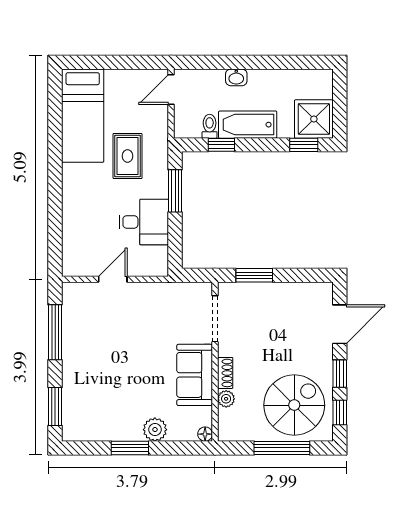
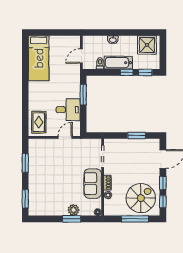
door: (171, 89) -> (81, 56), moved
shower: (314, 119) -> (147, 45), moved
window: (221, 145) -> (127, 72), moved
rug: (128, 156) -> (39, 122), moved
window: (254, 275) -> (137, 135), moved
door: (113, 279) -> (65, 137), moved
window: (55, 332) -> (25, 163), width x0.69
window: (130, 448) -> (72, 219), moved

